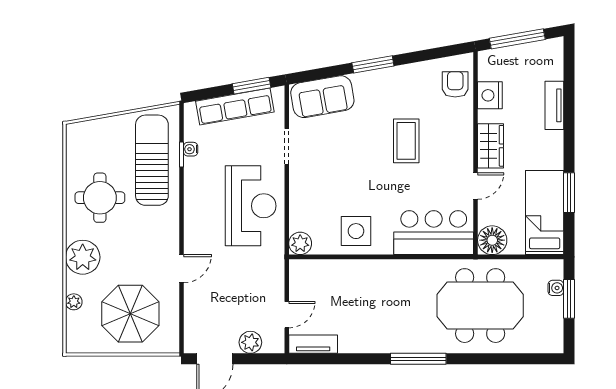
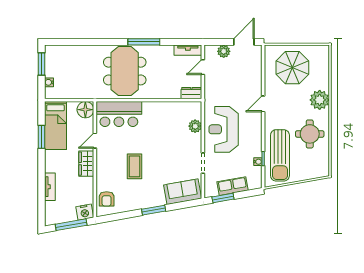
nightstand: (490, 95) -> (85, 212), moved, turned 80
row of seats: (235, 107) -> (233, 186), width x0.68
side table: (356, 231) -> (163, 115), removed
plant: (300, 243) -> (195, 126), moved
door: (182, 269) -> (263, 104), moved
dresser: (307, 269) -> (191, 93), added
window: (569, 299) -> (42, 64), moved
plant: (74, 302) -> (325, 74), removed
meeting table: (480, 306) -> (125, 71), moved, turned 90
window: (418, 359) -> (144, 42), moved

